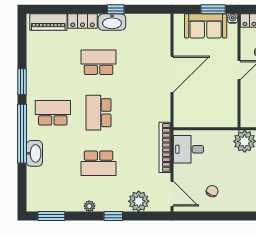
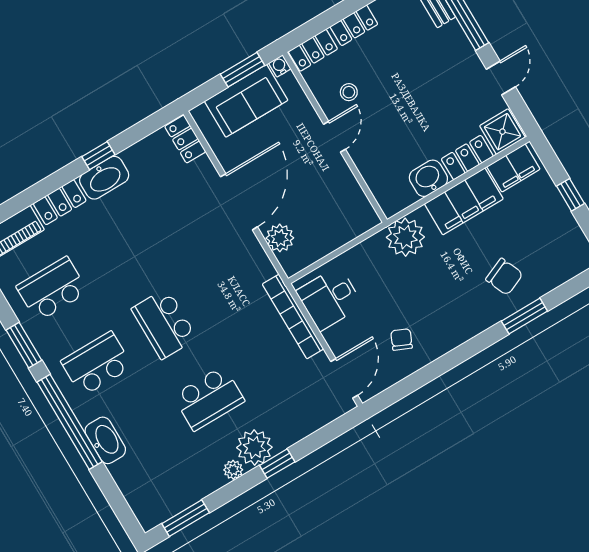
locker: (164, 27) -> (185, 139), added
school desk: (99, 62) -> (52, 289), moved
plant: (182, 104) -> (280, 238), added
door: (172, 194) -> (344, 378), hinge flipped
plant: (139, 201) -> (254, 447), moved

